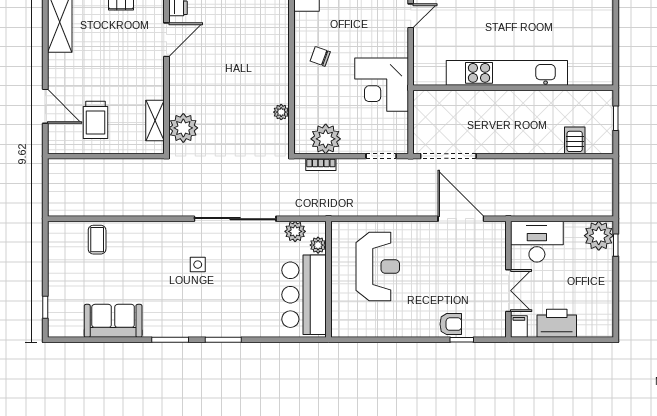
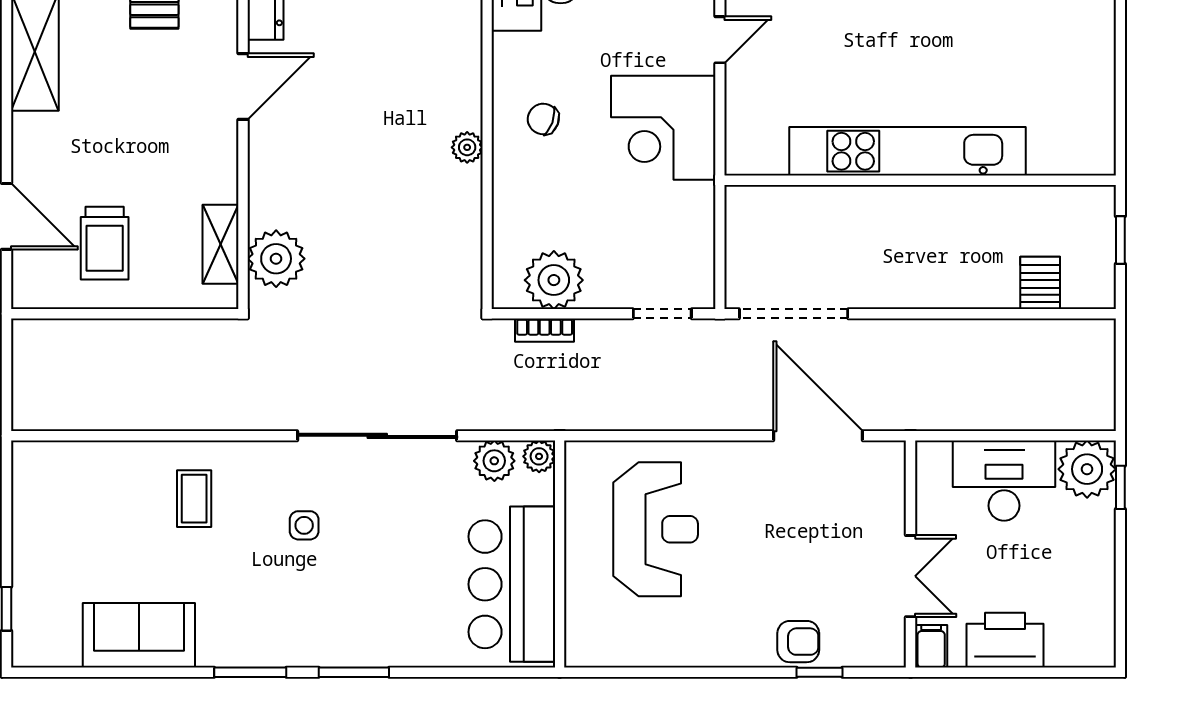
corner desk: (382, 85) -> (663, 128), moved
plant: (281, 112) -> (467, 147), moved
coffee table: (97, 240) -> (194, 499), moved
desk: (537, 242) -> (1004, 481), moved
plant: (318, 245) -> (539, 456), moved

